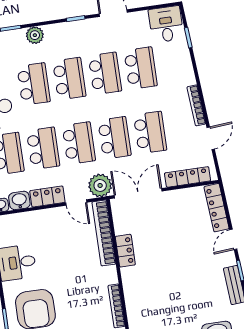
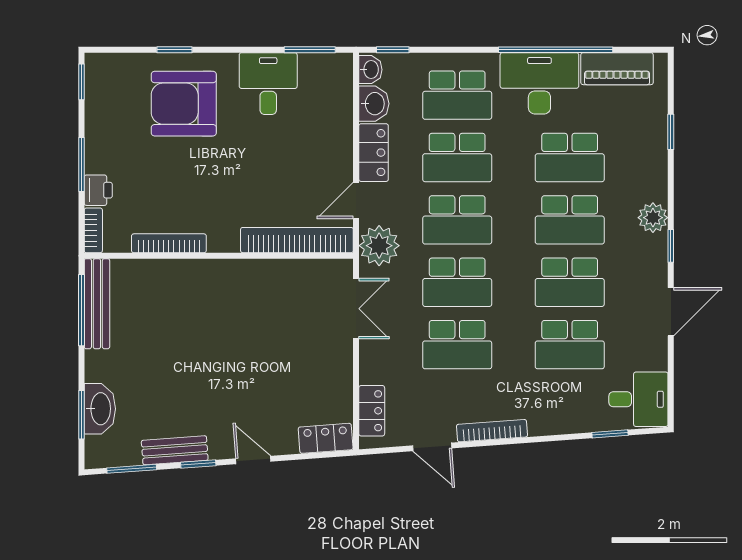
plant: (35, 35) -> (653, 218), moved
locker: (188, 177) -> (372, 411), width x0.66
double door: (138, 193) -> (356, 309), width x0.73
locker: (217, 208) -> (326, 438), width x0.66
locker: (125, 251) -> (261, 272), removed

